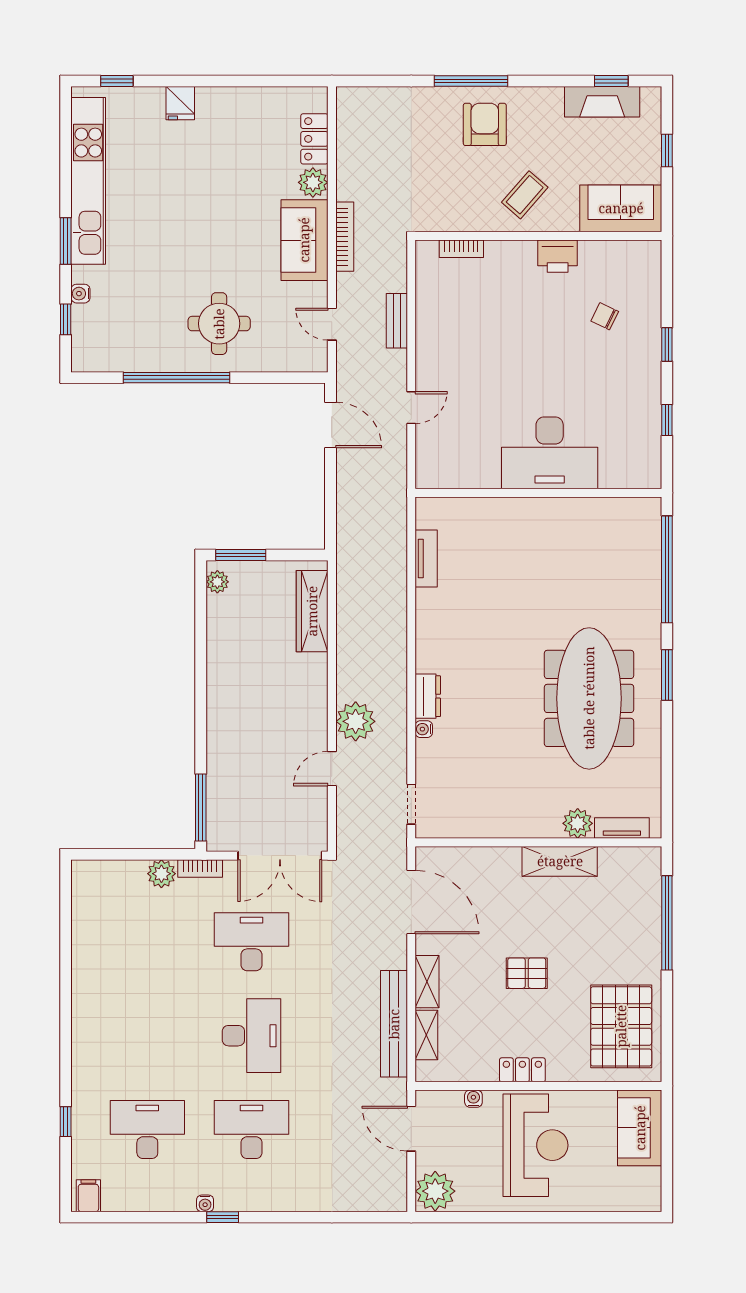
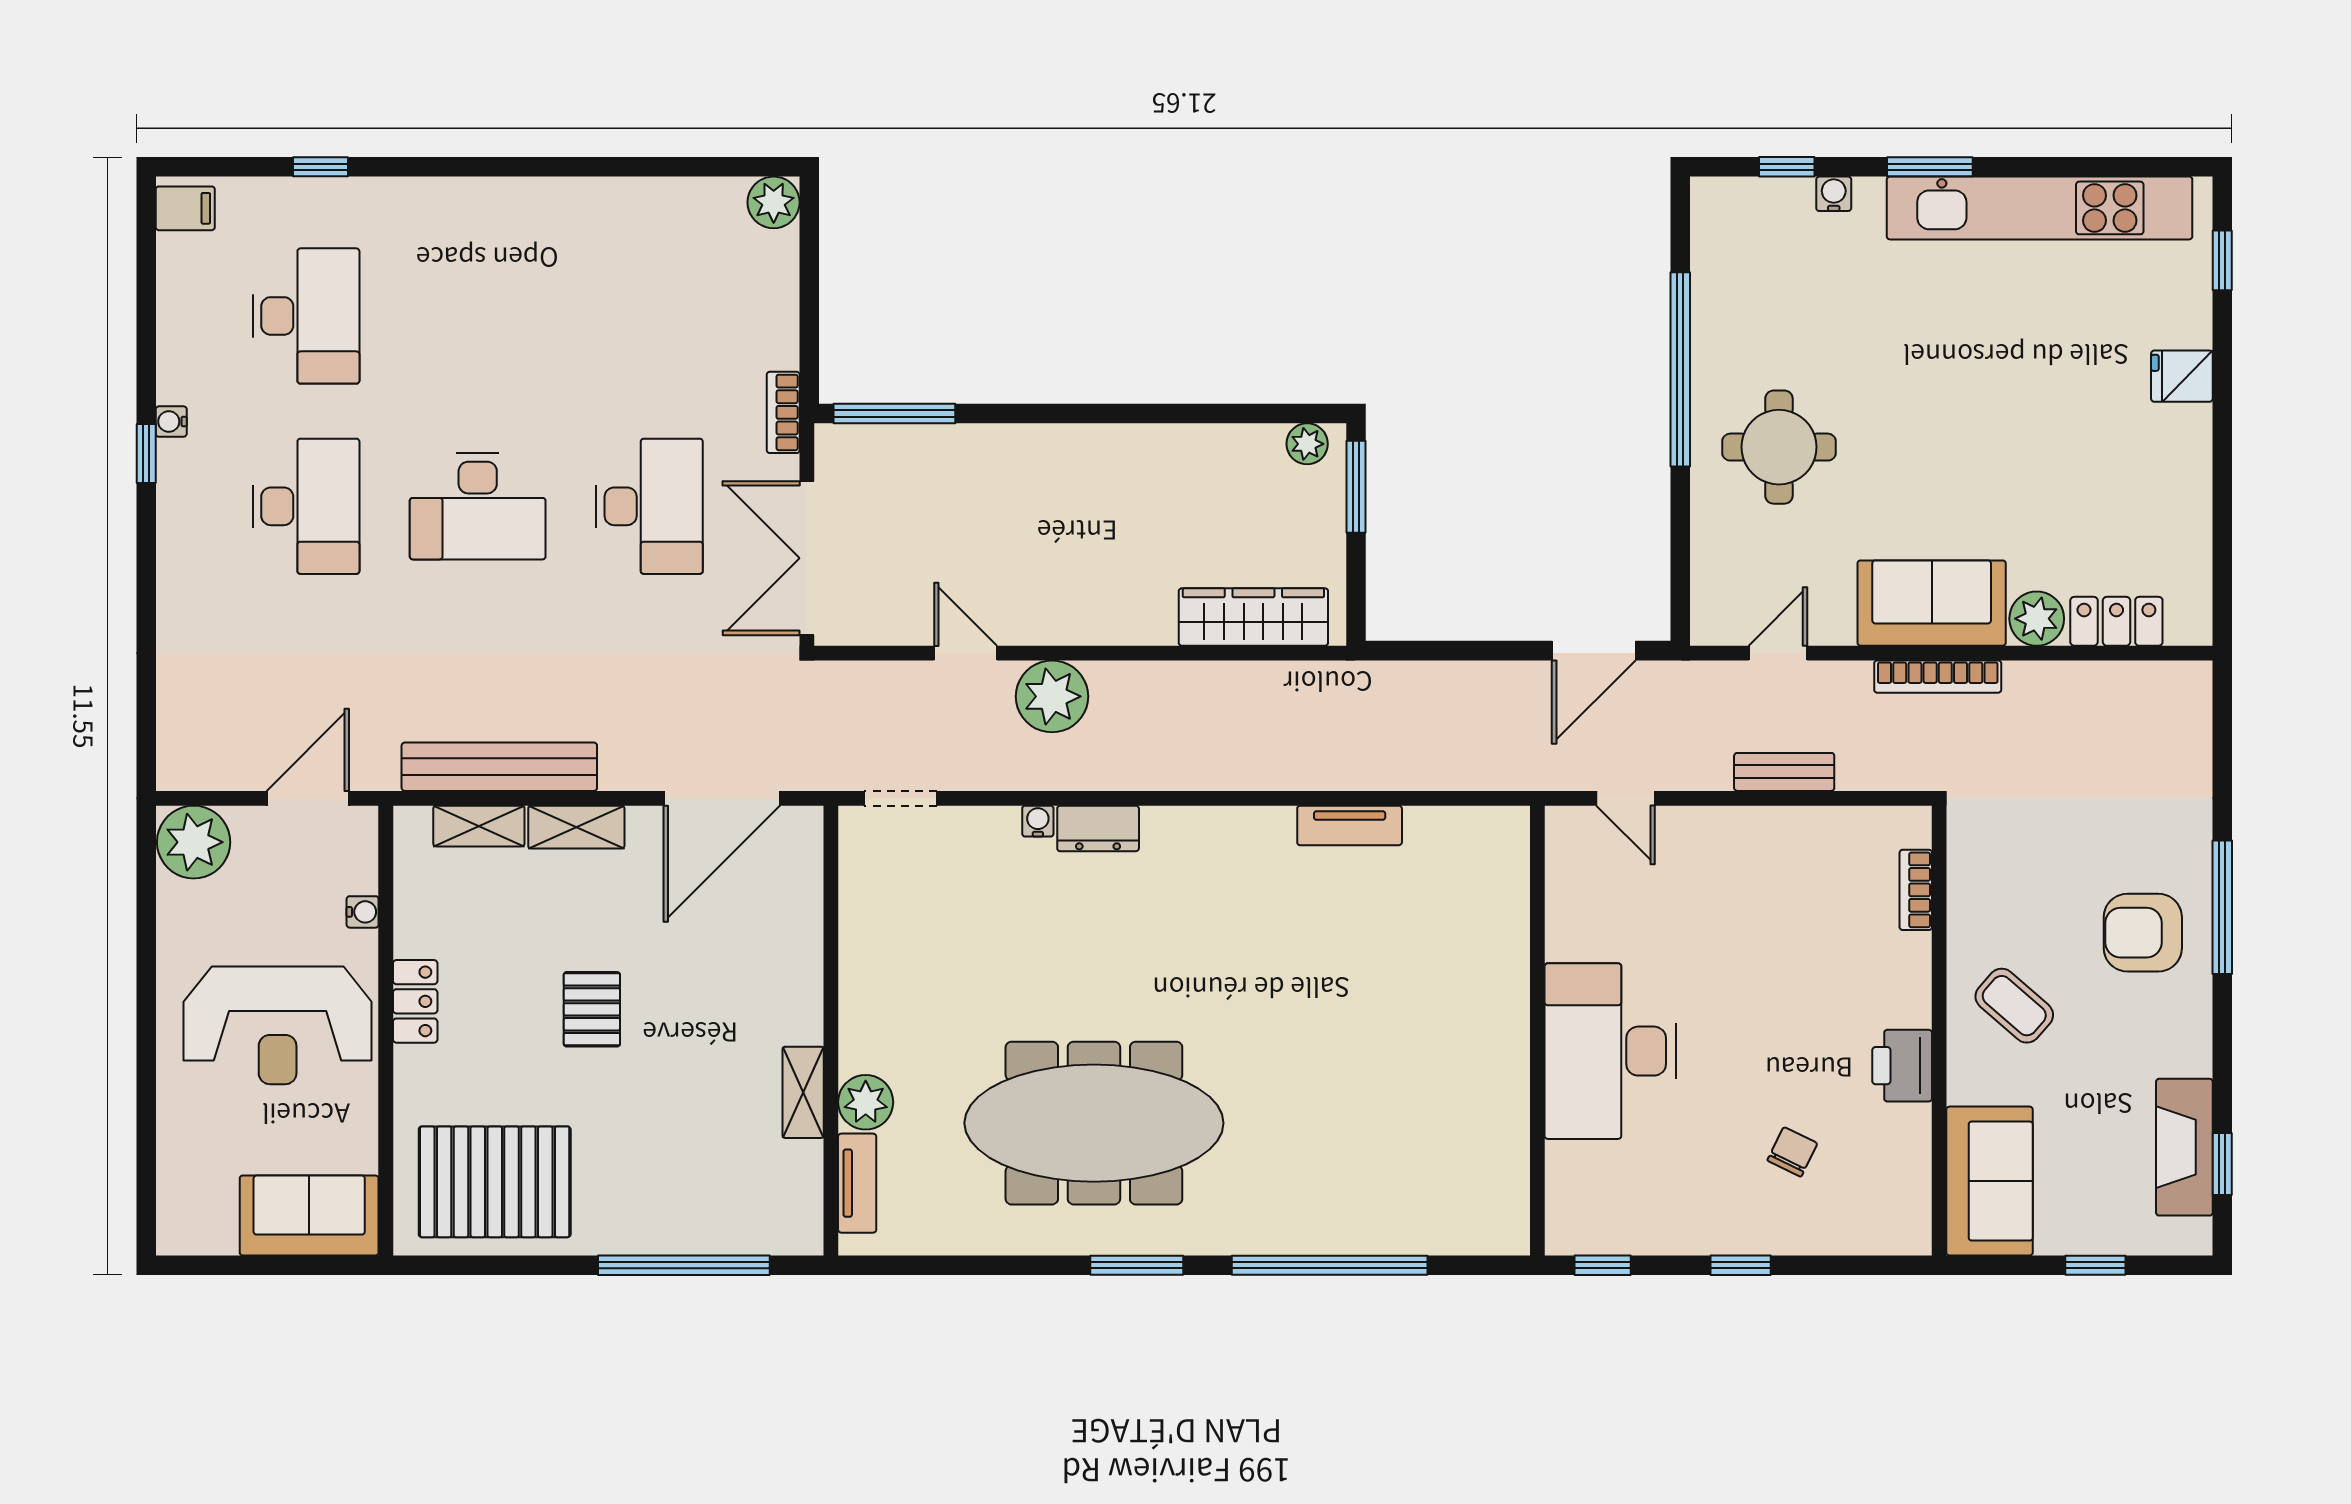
armchair: (485, 124) -> (2143, 933), turned 180
desk: (550, 453) -> (1611, 1051), moved
wall: (538, 493) -> (1537, 1031), moved
shelving: (560, 861) -> (803, 1092), width x0.67, depth x0.75
plant: (161, 874) -> (774, 202), moved

